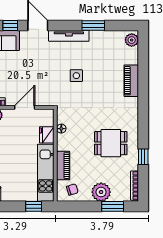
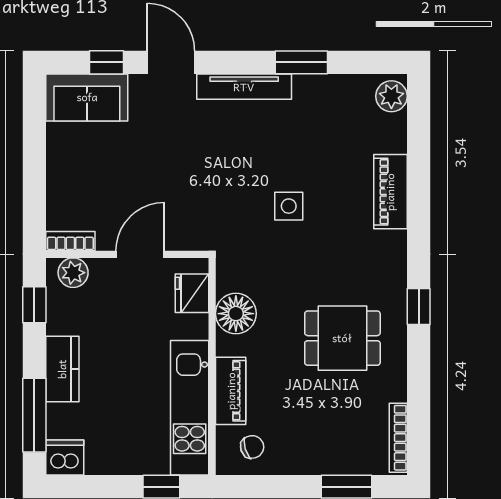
side table: (76, 76) -> (289, 206), moved
floor lamp: (61, 129) -> (236, 314), width x1.89, depth x1.89
fridge: (47, 135) -> (192, 293), moved
window: (143, 157) -> (419, 307), moved
plant: (101, 192) -> (320, 453), removed

